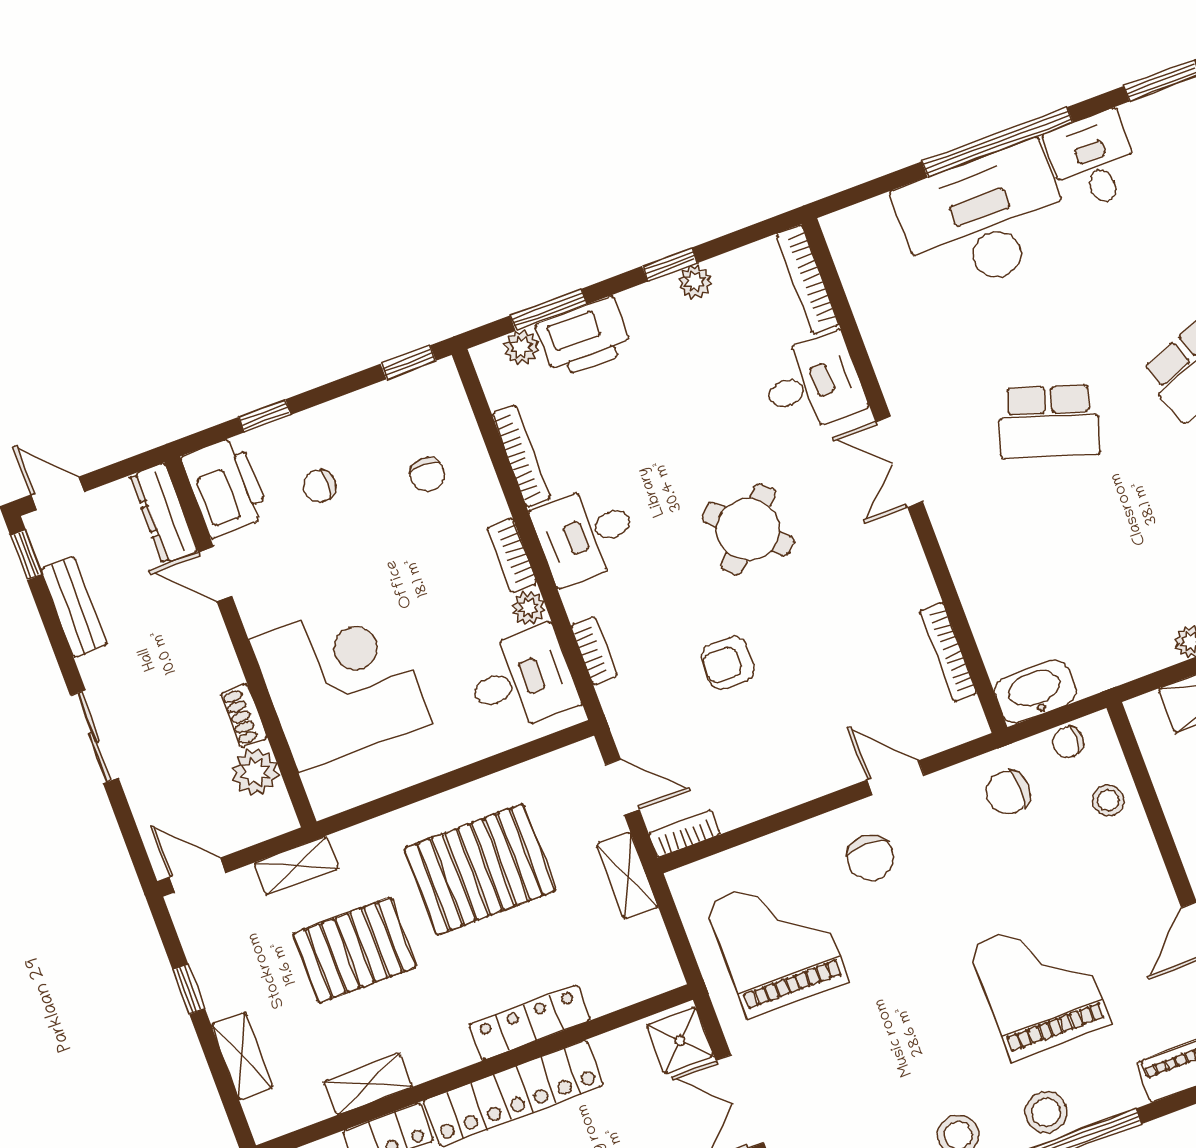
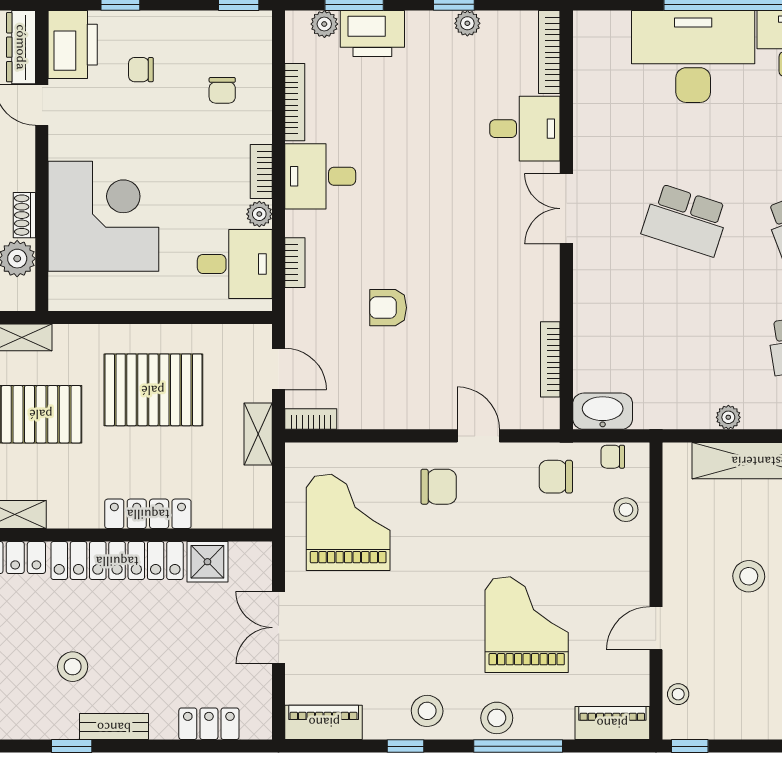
round table: (748, 529) -> (439, 217), removed
chair: (870, 858) -> (439, 487), turned -90
shower: (680, 1041) -> (207, 562), moved

